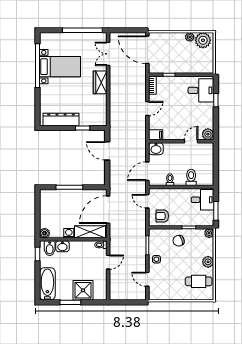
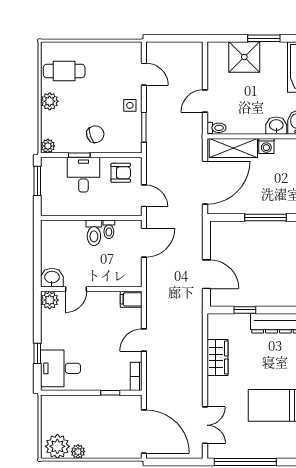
wardrobe: (100, 82) -> (218, 358), moved
washbasin: (156, 149) -> (52, 278), moved
toilet: (191, 177) -> (94, 233), moved
desk: (202, 200) -> (83, 175), moved, turned 90

